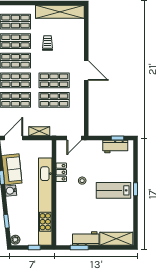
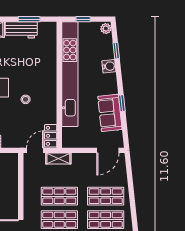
shelving: (39, 131) -> (58, 159), moved
locker: (61, 172) -> (51, 136), moved
water cooler: (11, 191) -> (109, 66), moved

